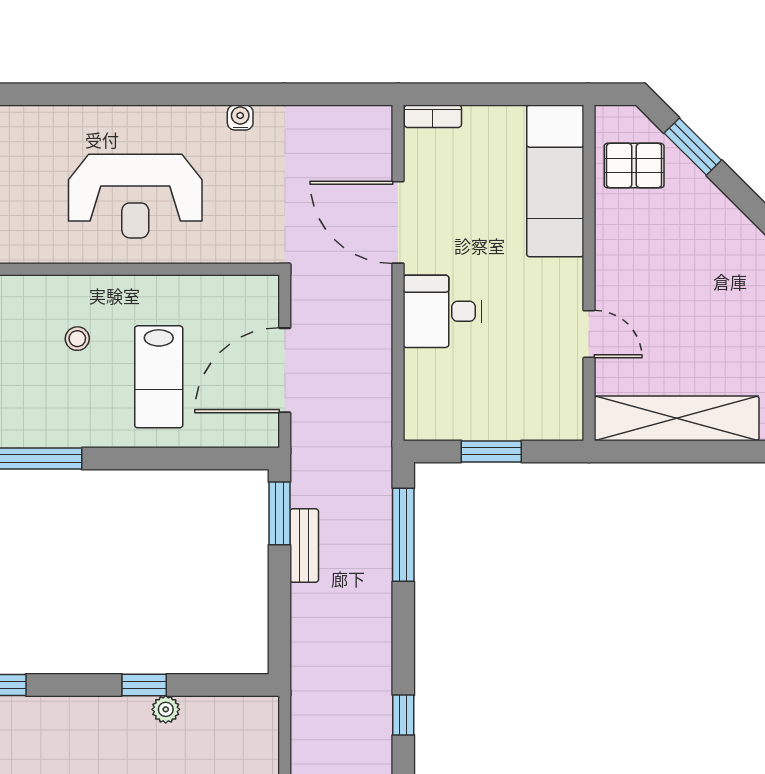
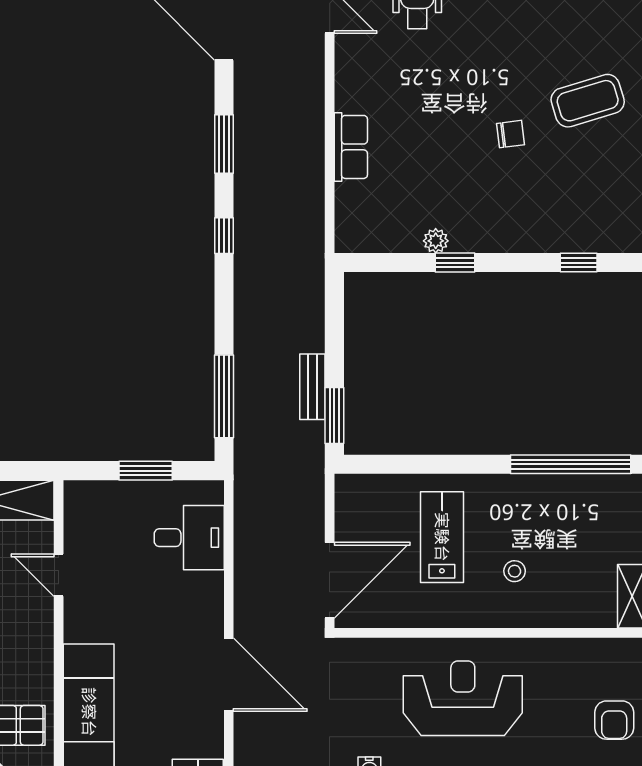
desk: (442, 311) -> (189, 538), moved
door: (285, 370) -> (330, 580), moved

